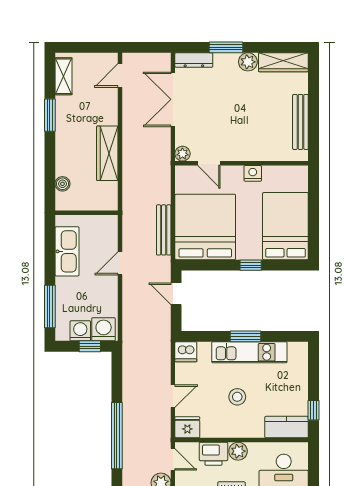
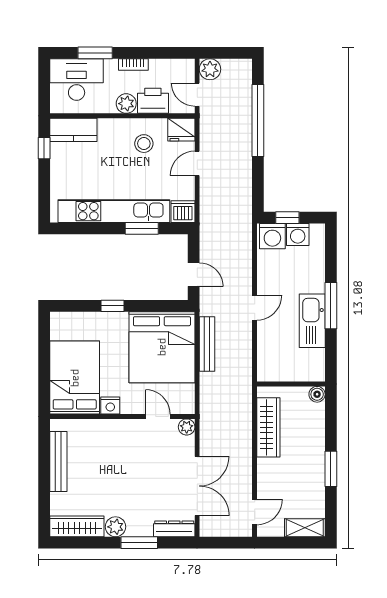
shelving: (64, 76) -> (305, 528), moved, turned 90
wall: (87, 213) -> (291, 384), moved
bed: (285, 226) -> (75, 378), moved, turned 180
window: (50, 307) -> (331, 306), moved
window: (245, 336) -> (142, 228), moved
kitchen unit: (249, 352) -> (114, 211), width x1.36
stool: (237, 397) -> (144, 144), moved

